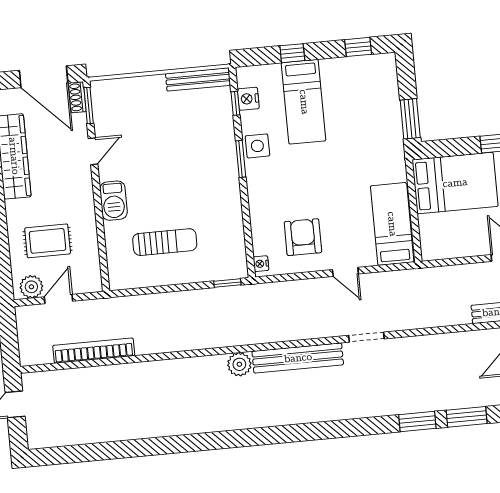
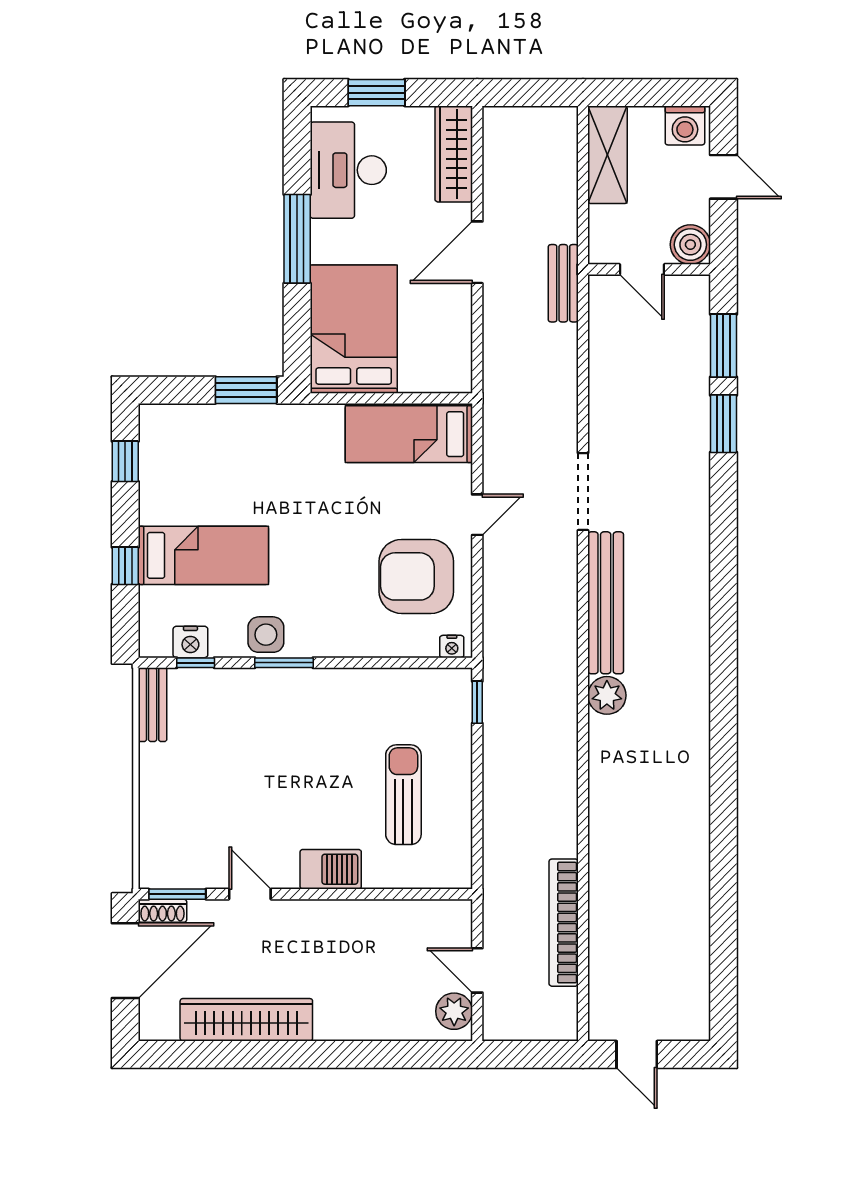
bench: (198, 79) -> (153, 705), width x0.73
armchair: (303, 237) -> (416, 576), width x1.36, depth x1.36
rug: (48, 241) -> (384, 979), removed
doorway: (366, 337) -> (583, 492), width x1.38

